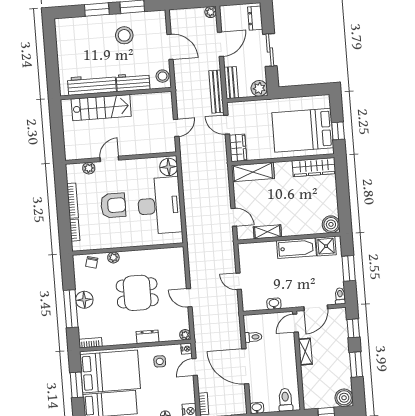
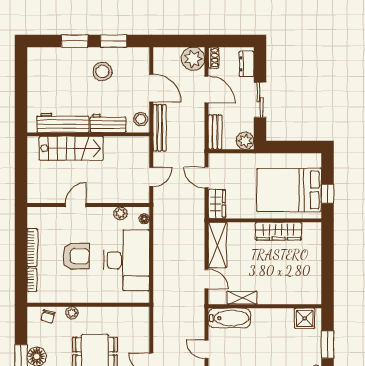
plant: (211, 12) -> (193, 59), width x1.87, depth x1.87
shoe rack: (225, 15) -> (213, 58), added
door: (220, 44) -> (207, 89), hinge flipped
bench: (216, 92) -> (160, 128), moved
floor lamp: (169, 167) -> (144, 219), width x0.53, depth x0.53
wardrobe: (314, 167) -> (279, 231), moved
plant: (89, 168) -> (120, 213), moved
shelving: (253, 172) -> (218, 245), moved, turned 90
boiler: (331, 224) -> (312, 295), removed
bathtub: (296, 248) -> (229, 318), moved

